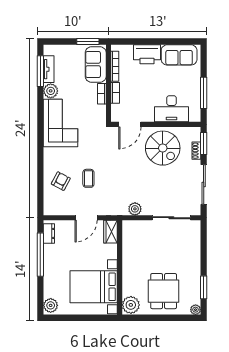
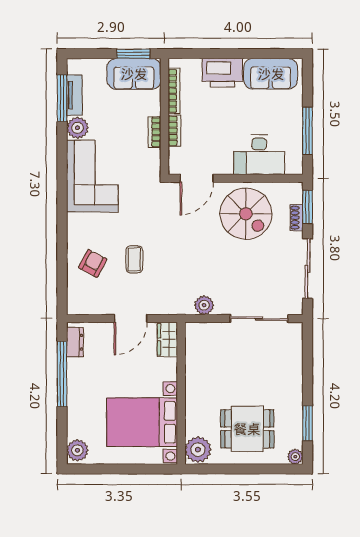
sofa: (96, 64) -> (134, 74), moved, turned -90
dining table: (164, 291) -> (247, 429), turned 90

